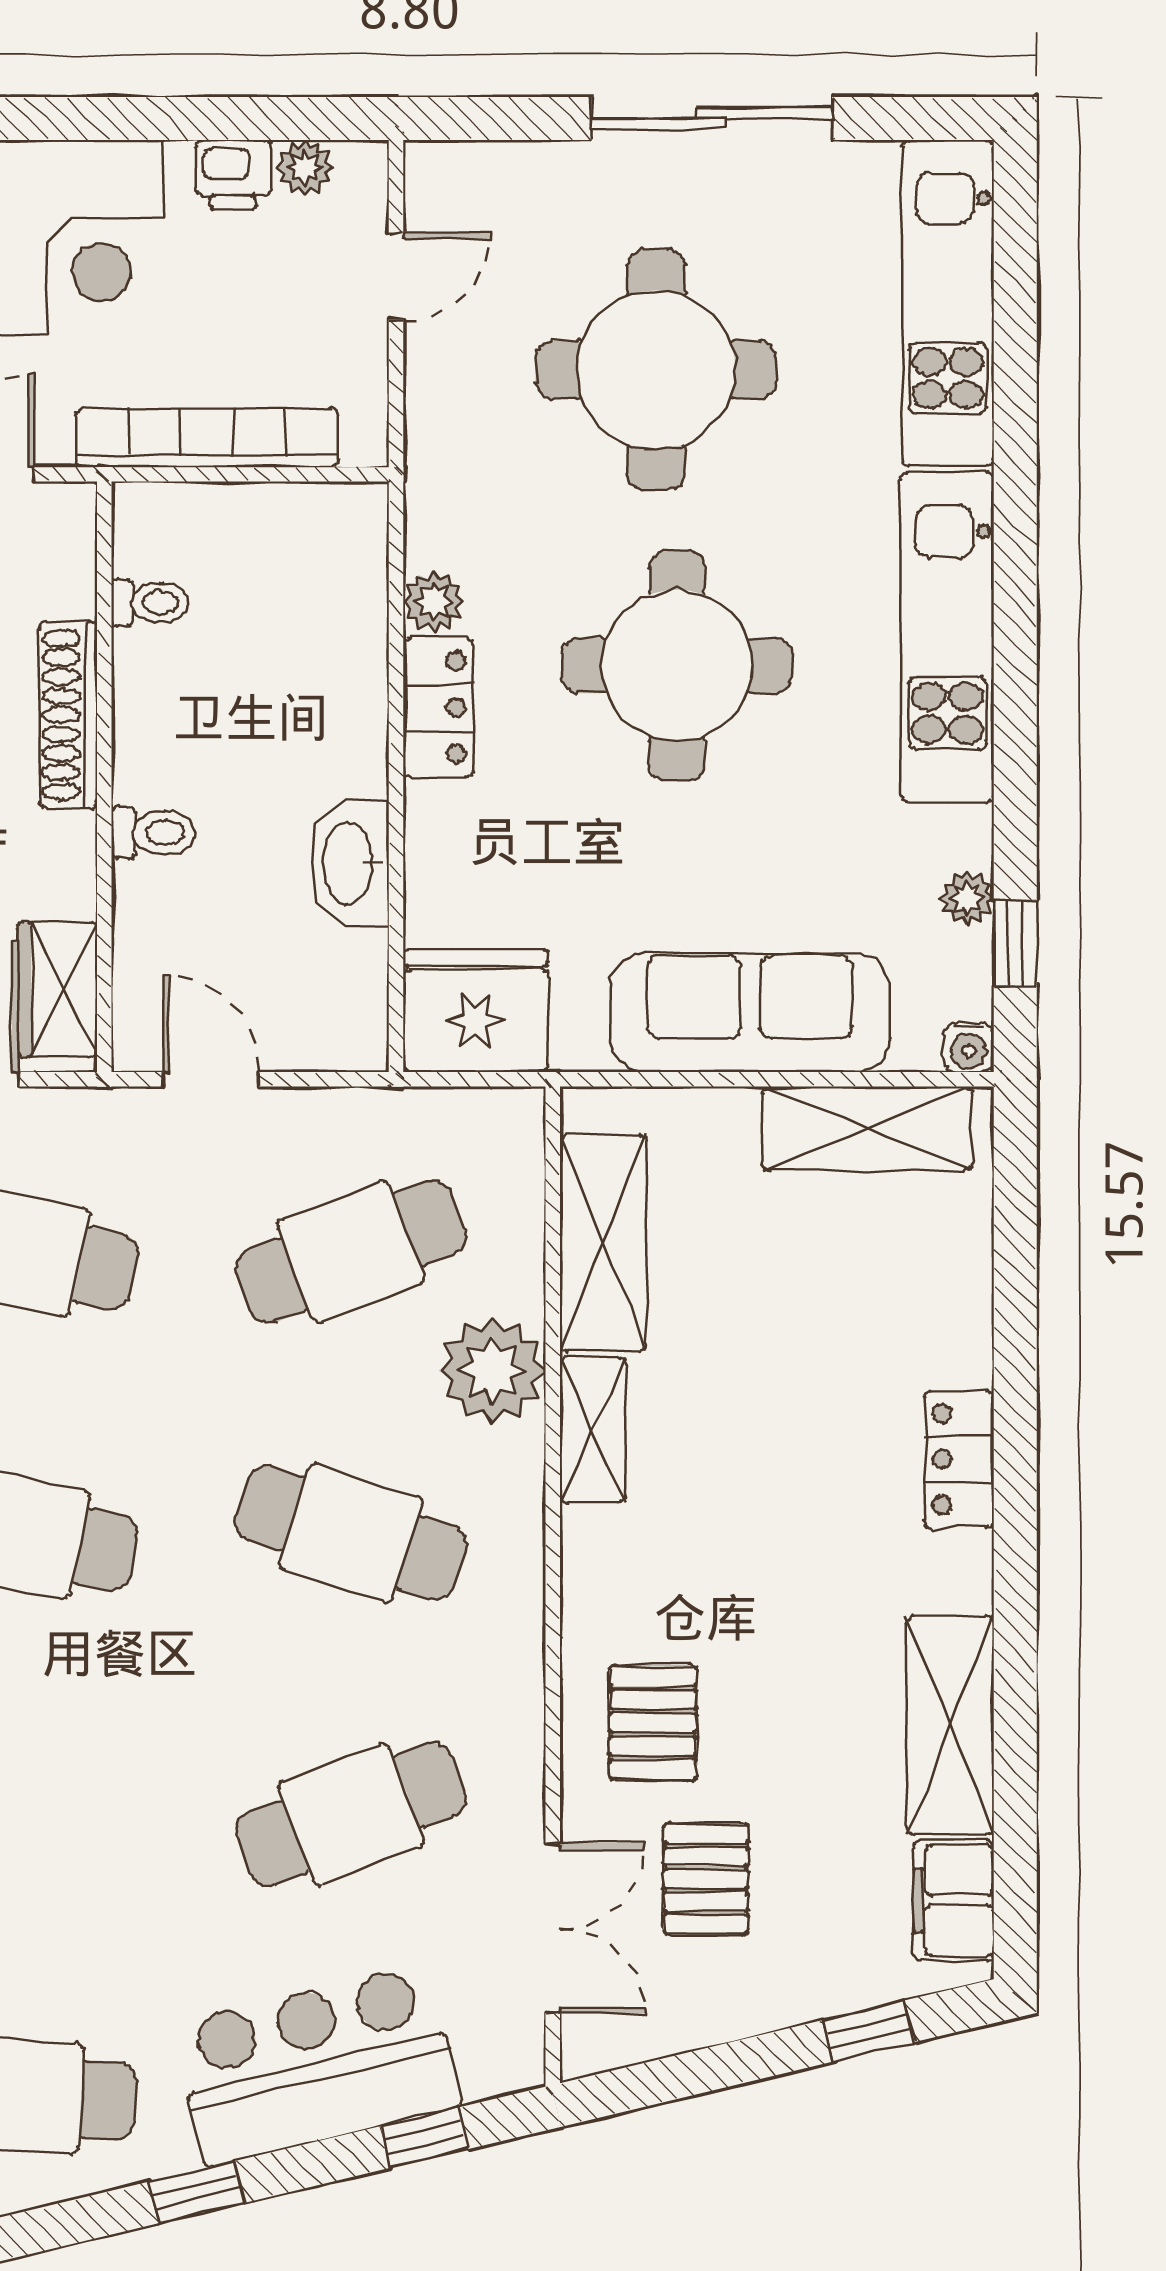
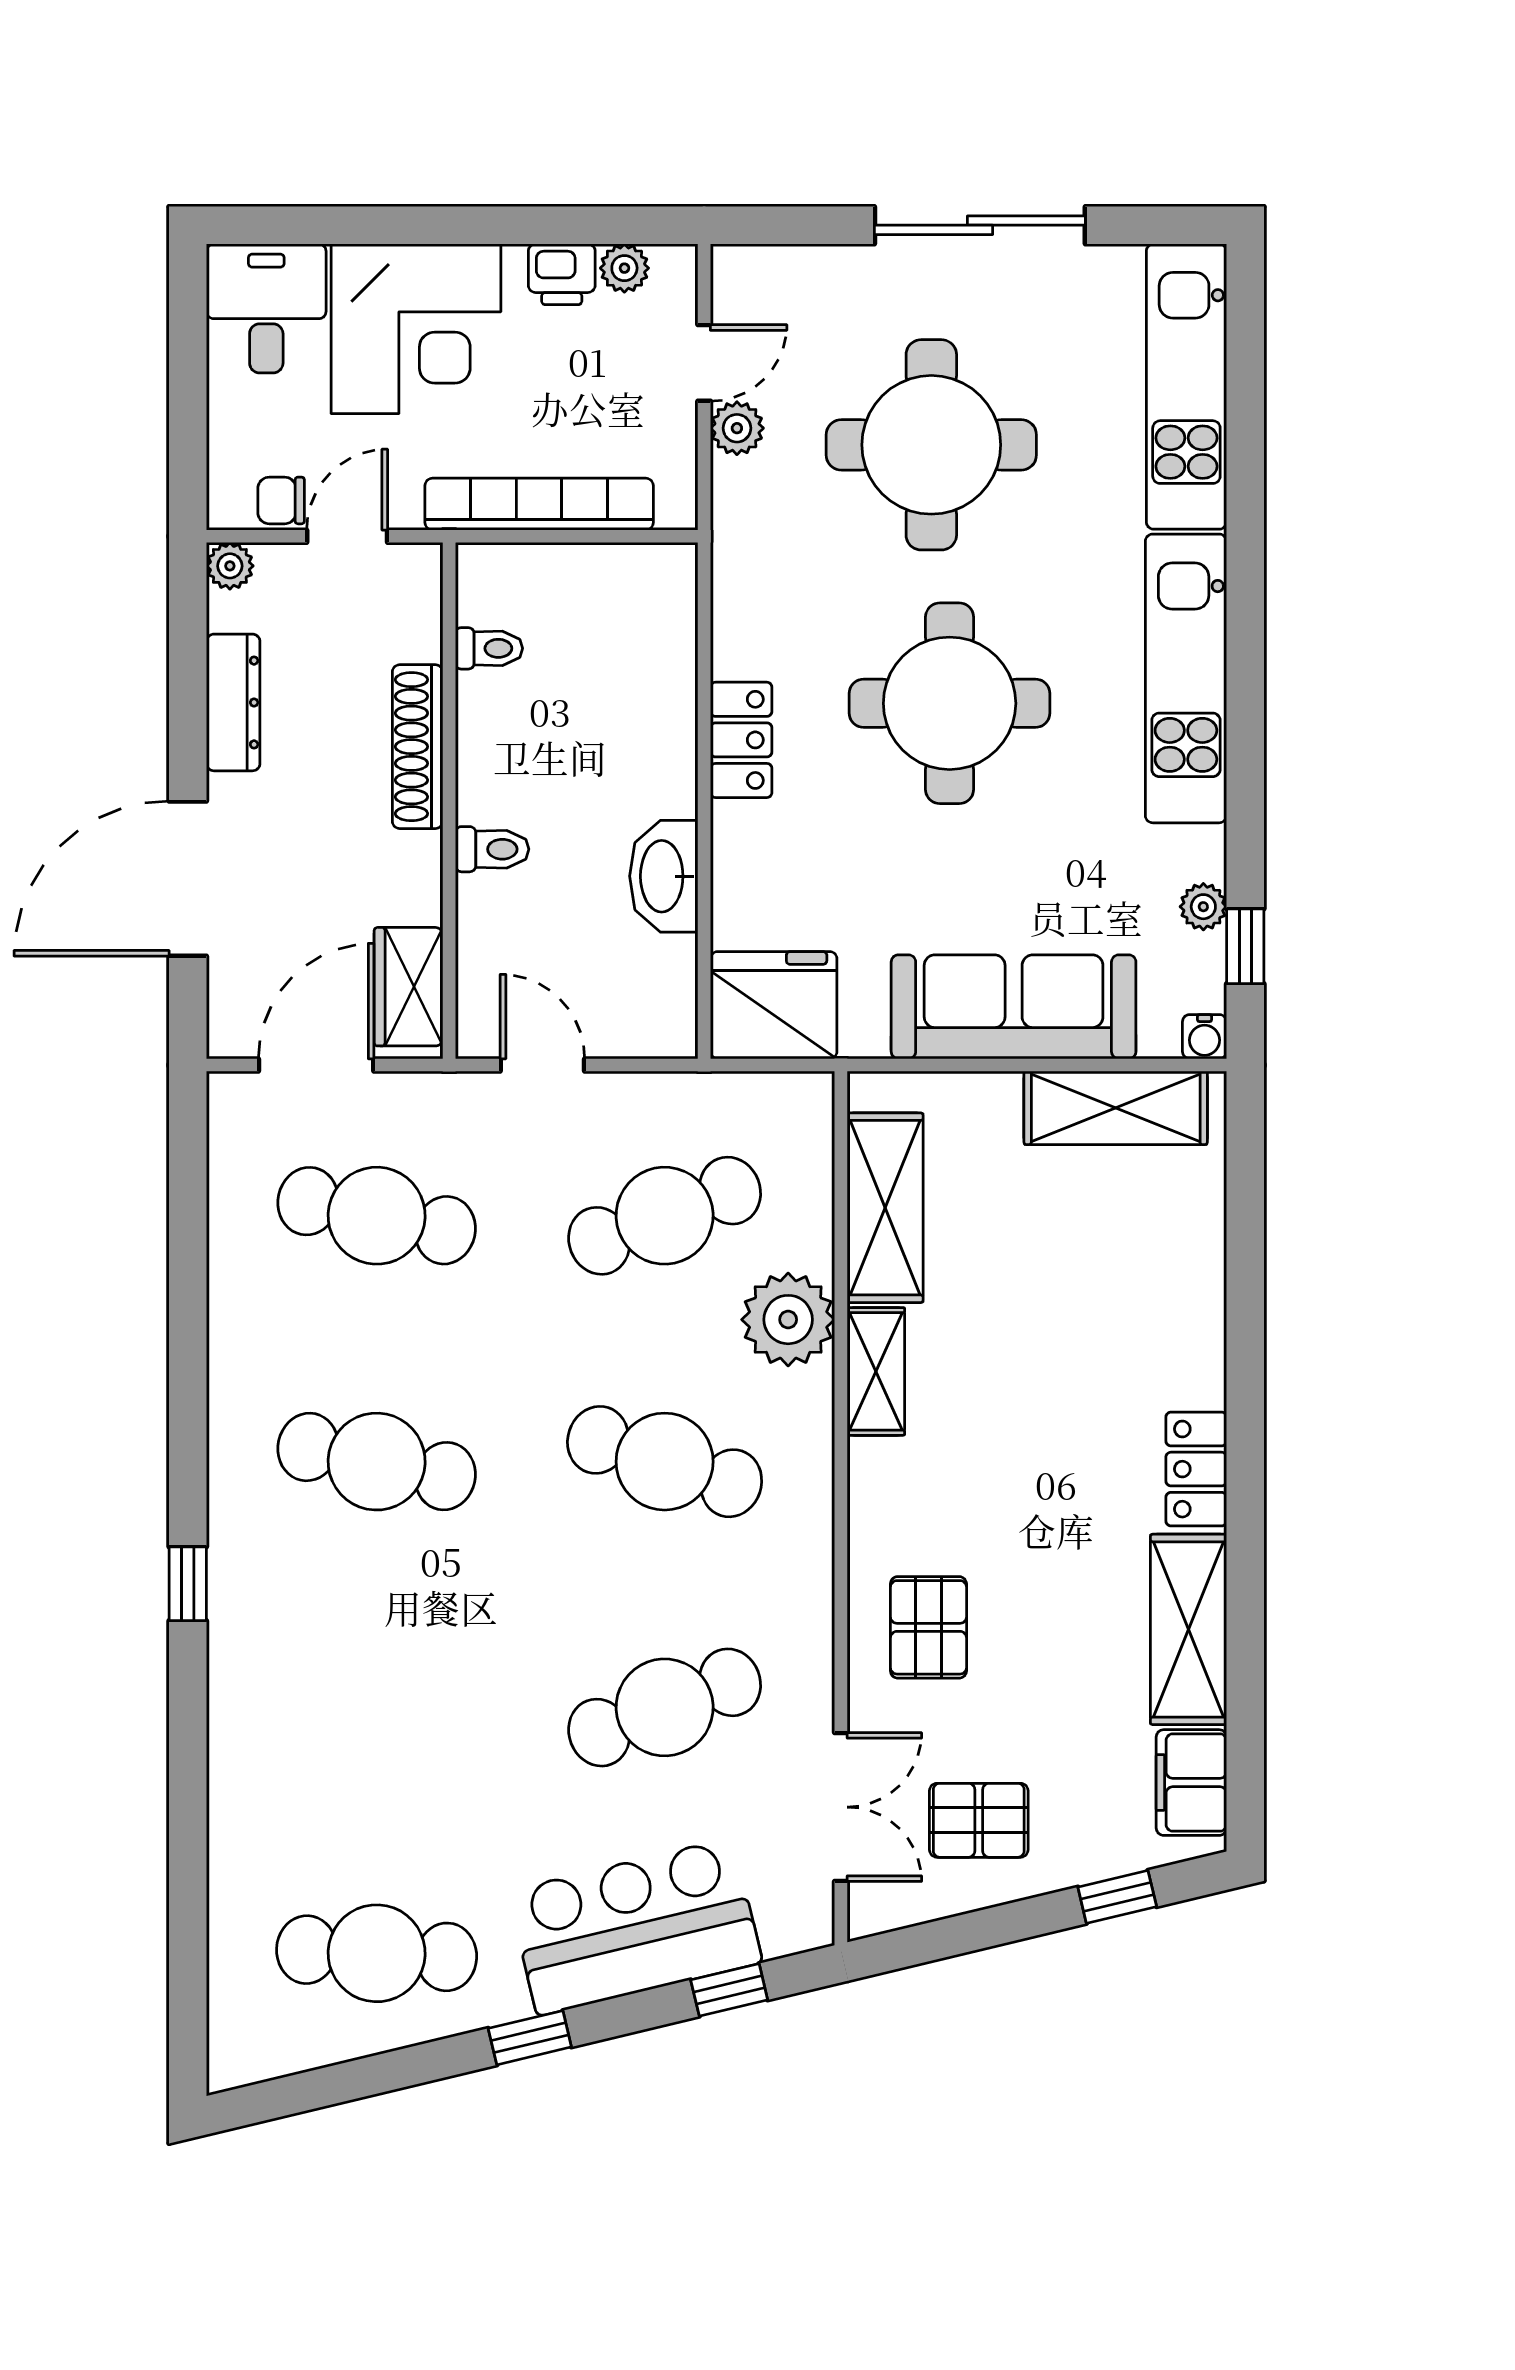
plant: (434, 602) -> (737, 428), moved
locker: (959, 1459) -> (1196, 1469), moved
pallet: (706, 1879) -> (979, 1820), moved, turned 90

